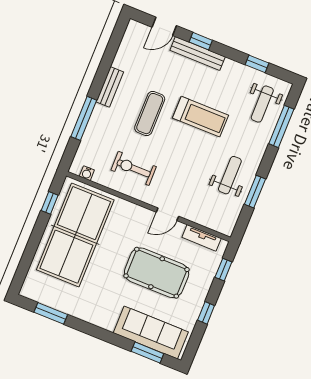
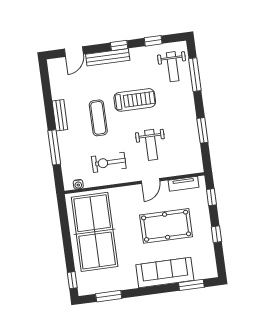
window: (201, 41) -> (119, 45), moved
weight bench: (230, 175) -> (151, 145), moved, turned 180
window: (50, 203) -> (72, 280), moved
sofa: (151, 332) -> (165, 272), moved

